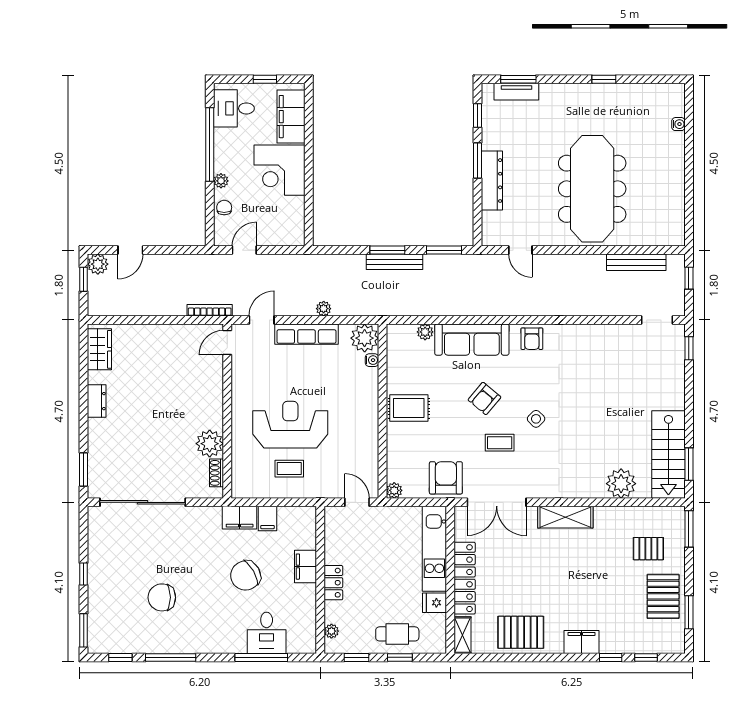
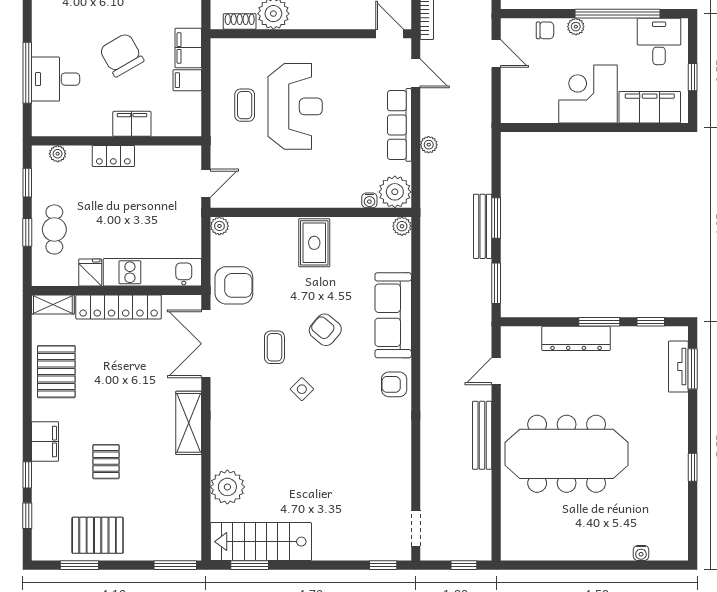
bench: (636, 262) -> (482, 435), moved
plant: (425, 332) -> (402, 226), moved
pallet: (648, 549) -> (106, 462), moved

